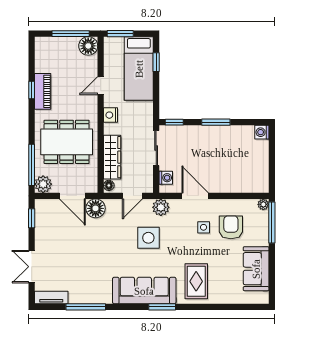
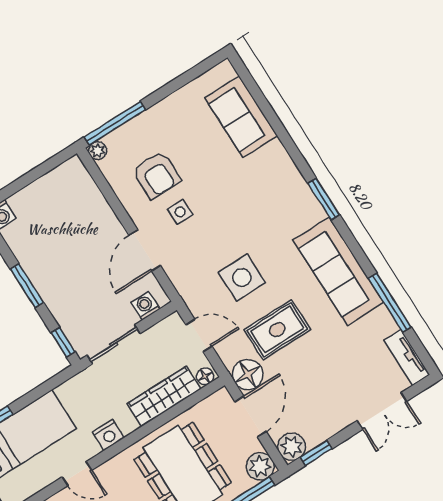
plant: (161, 207) -> (292, 447), moved
armchair: (231, 227) -> (156, 175), turned -90
sofa: (256, 269) -> (241, 117), moved, turned 90
rug: (196, 281) -> (277, 330), moved
sofa: (144, 291) -> (338, 271), moved

